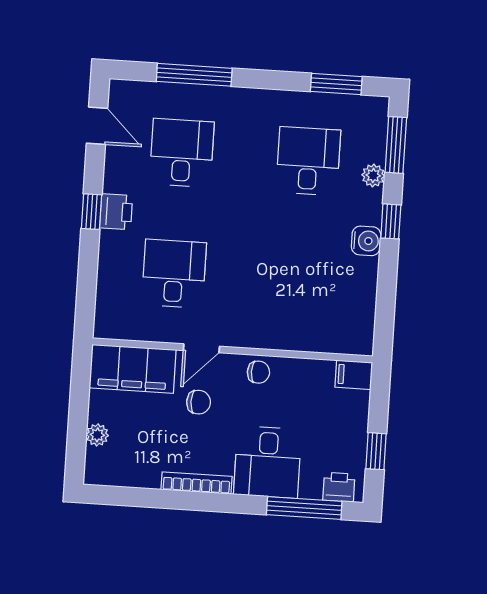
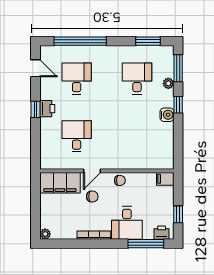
window: (194, 75) -> (80, 41), width x1.46
plant: (97, 435) -> (45, 234), moved

